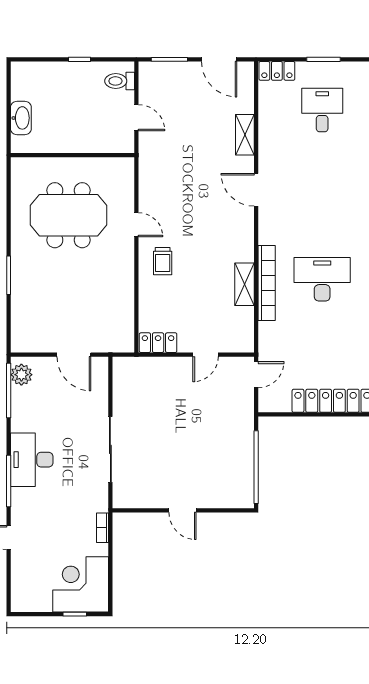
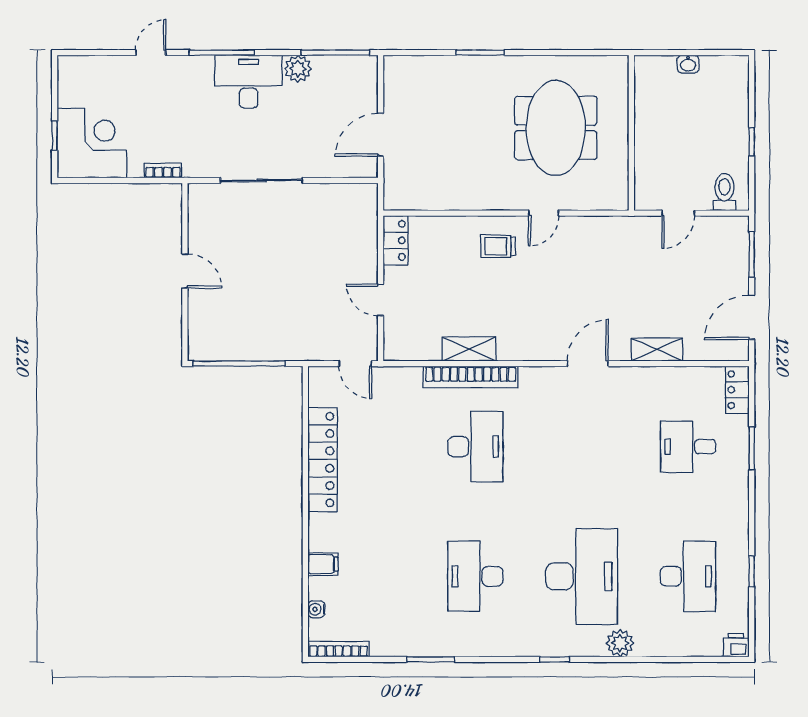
desk: (322, 110) -> (688, 447), turned 180
washbasin: (21, 118) -> (688, 64), width x0.52, depth x0.69
plant: (21, 375) -> (298, 69), moved
door: (182, 510) -> (185, 271), swing flipped

